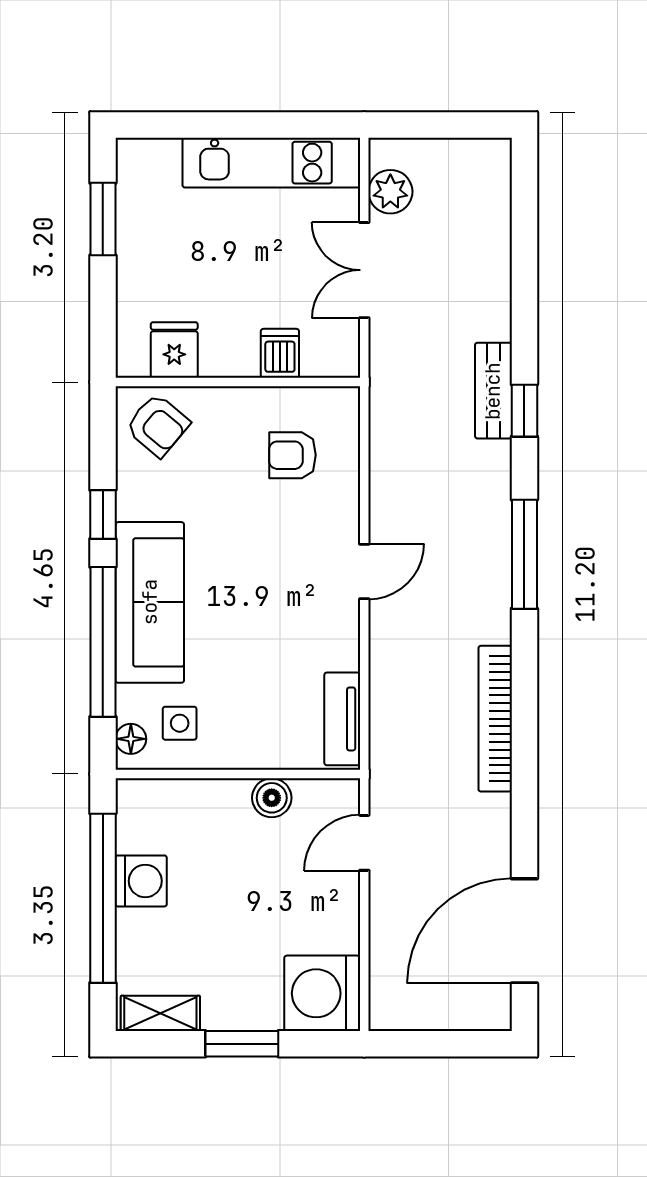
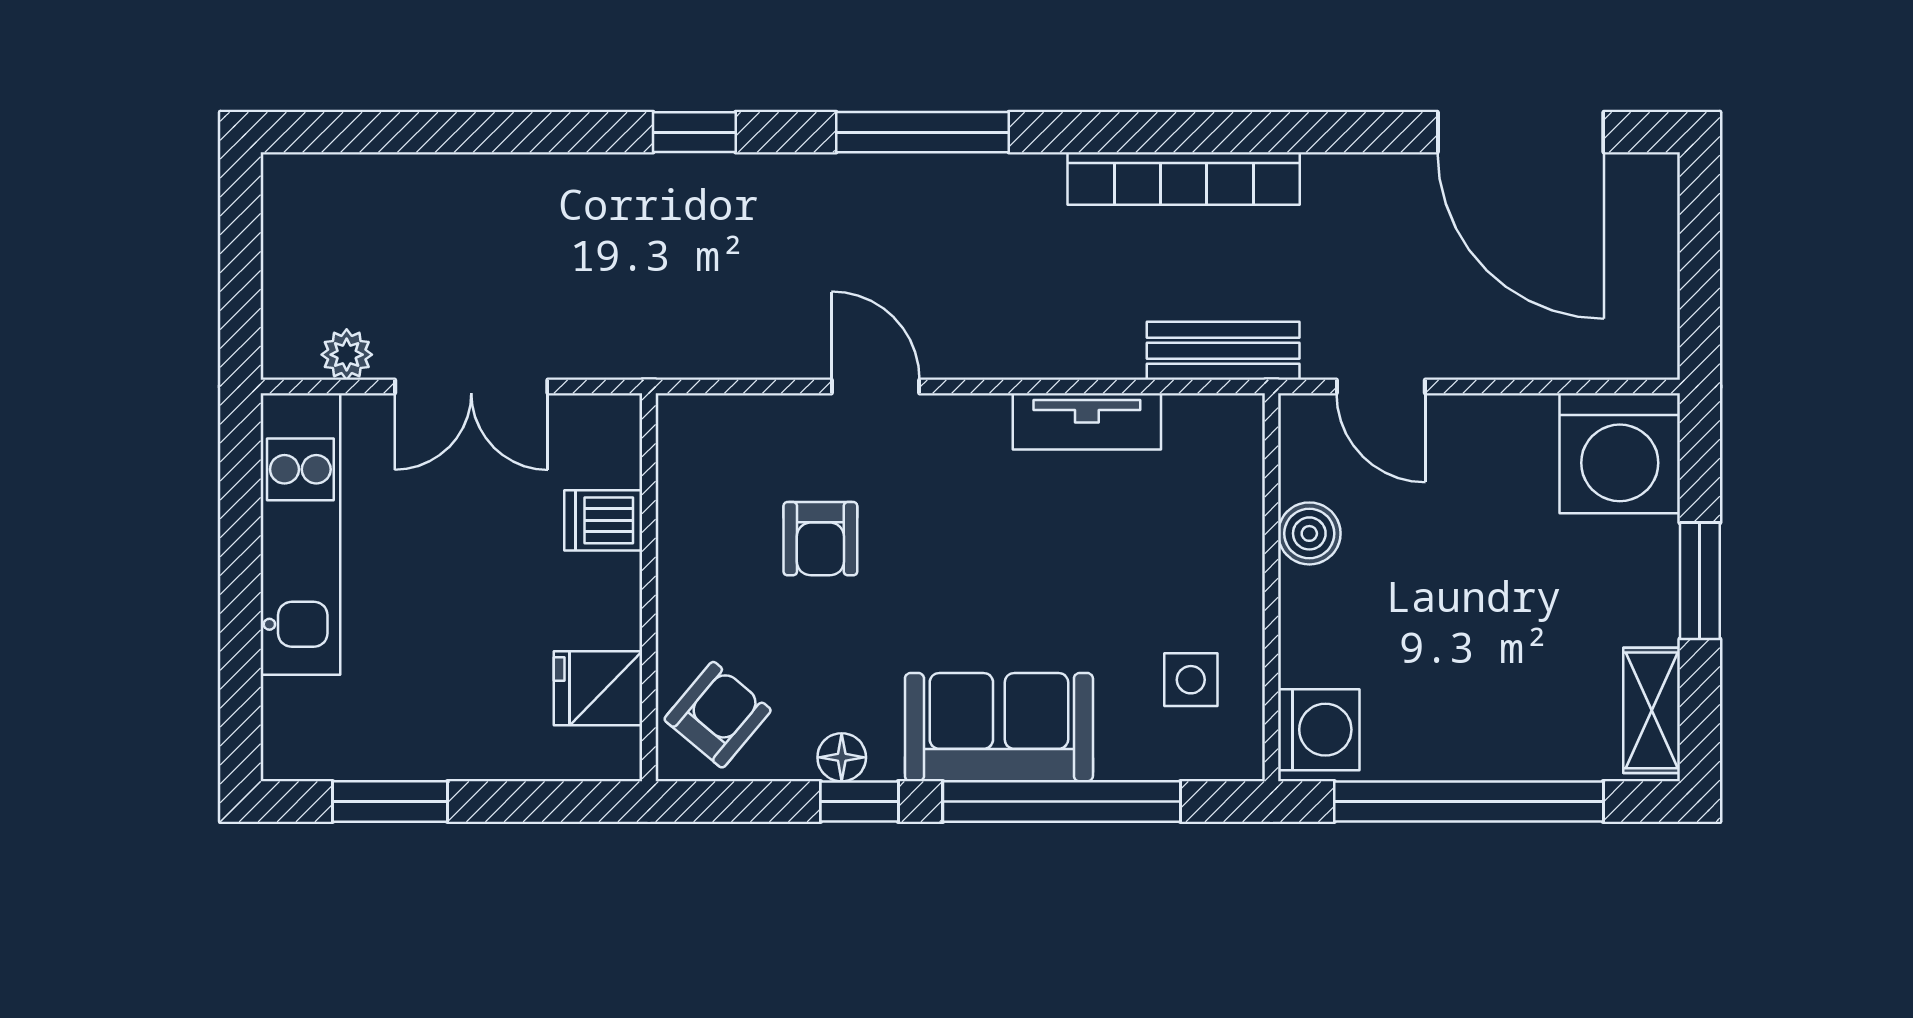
plant: (390, 192) -> (347, 355), width x0.73, depth x0.73
bench: (493, 391) -> (1223, 351), moved
armchair: (292, 455) -> (820, 539), moved
door: (364, 571) -> (876, 387), moved
sofa: (150, 602) -> (999, 727), width x0.73
tv unit: (342, 719) -> (1087, 421), moved
floor lamp: (131, 739) -> (842, 757), moved
washing machine: (141, 881) -> (1319, 730), moved, turned 90

